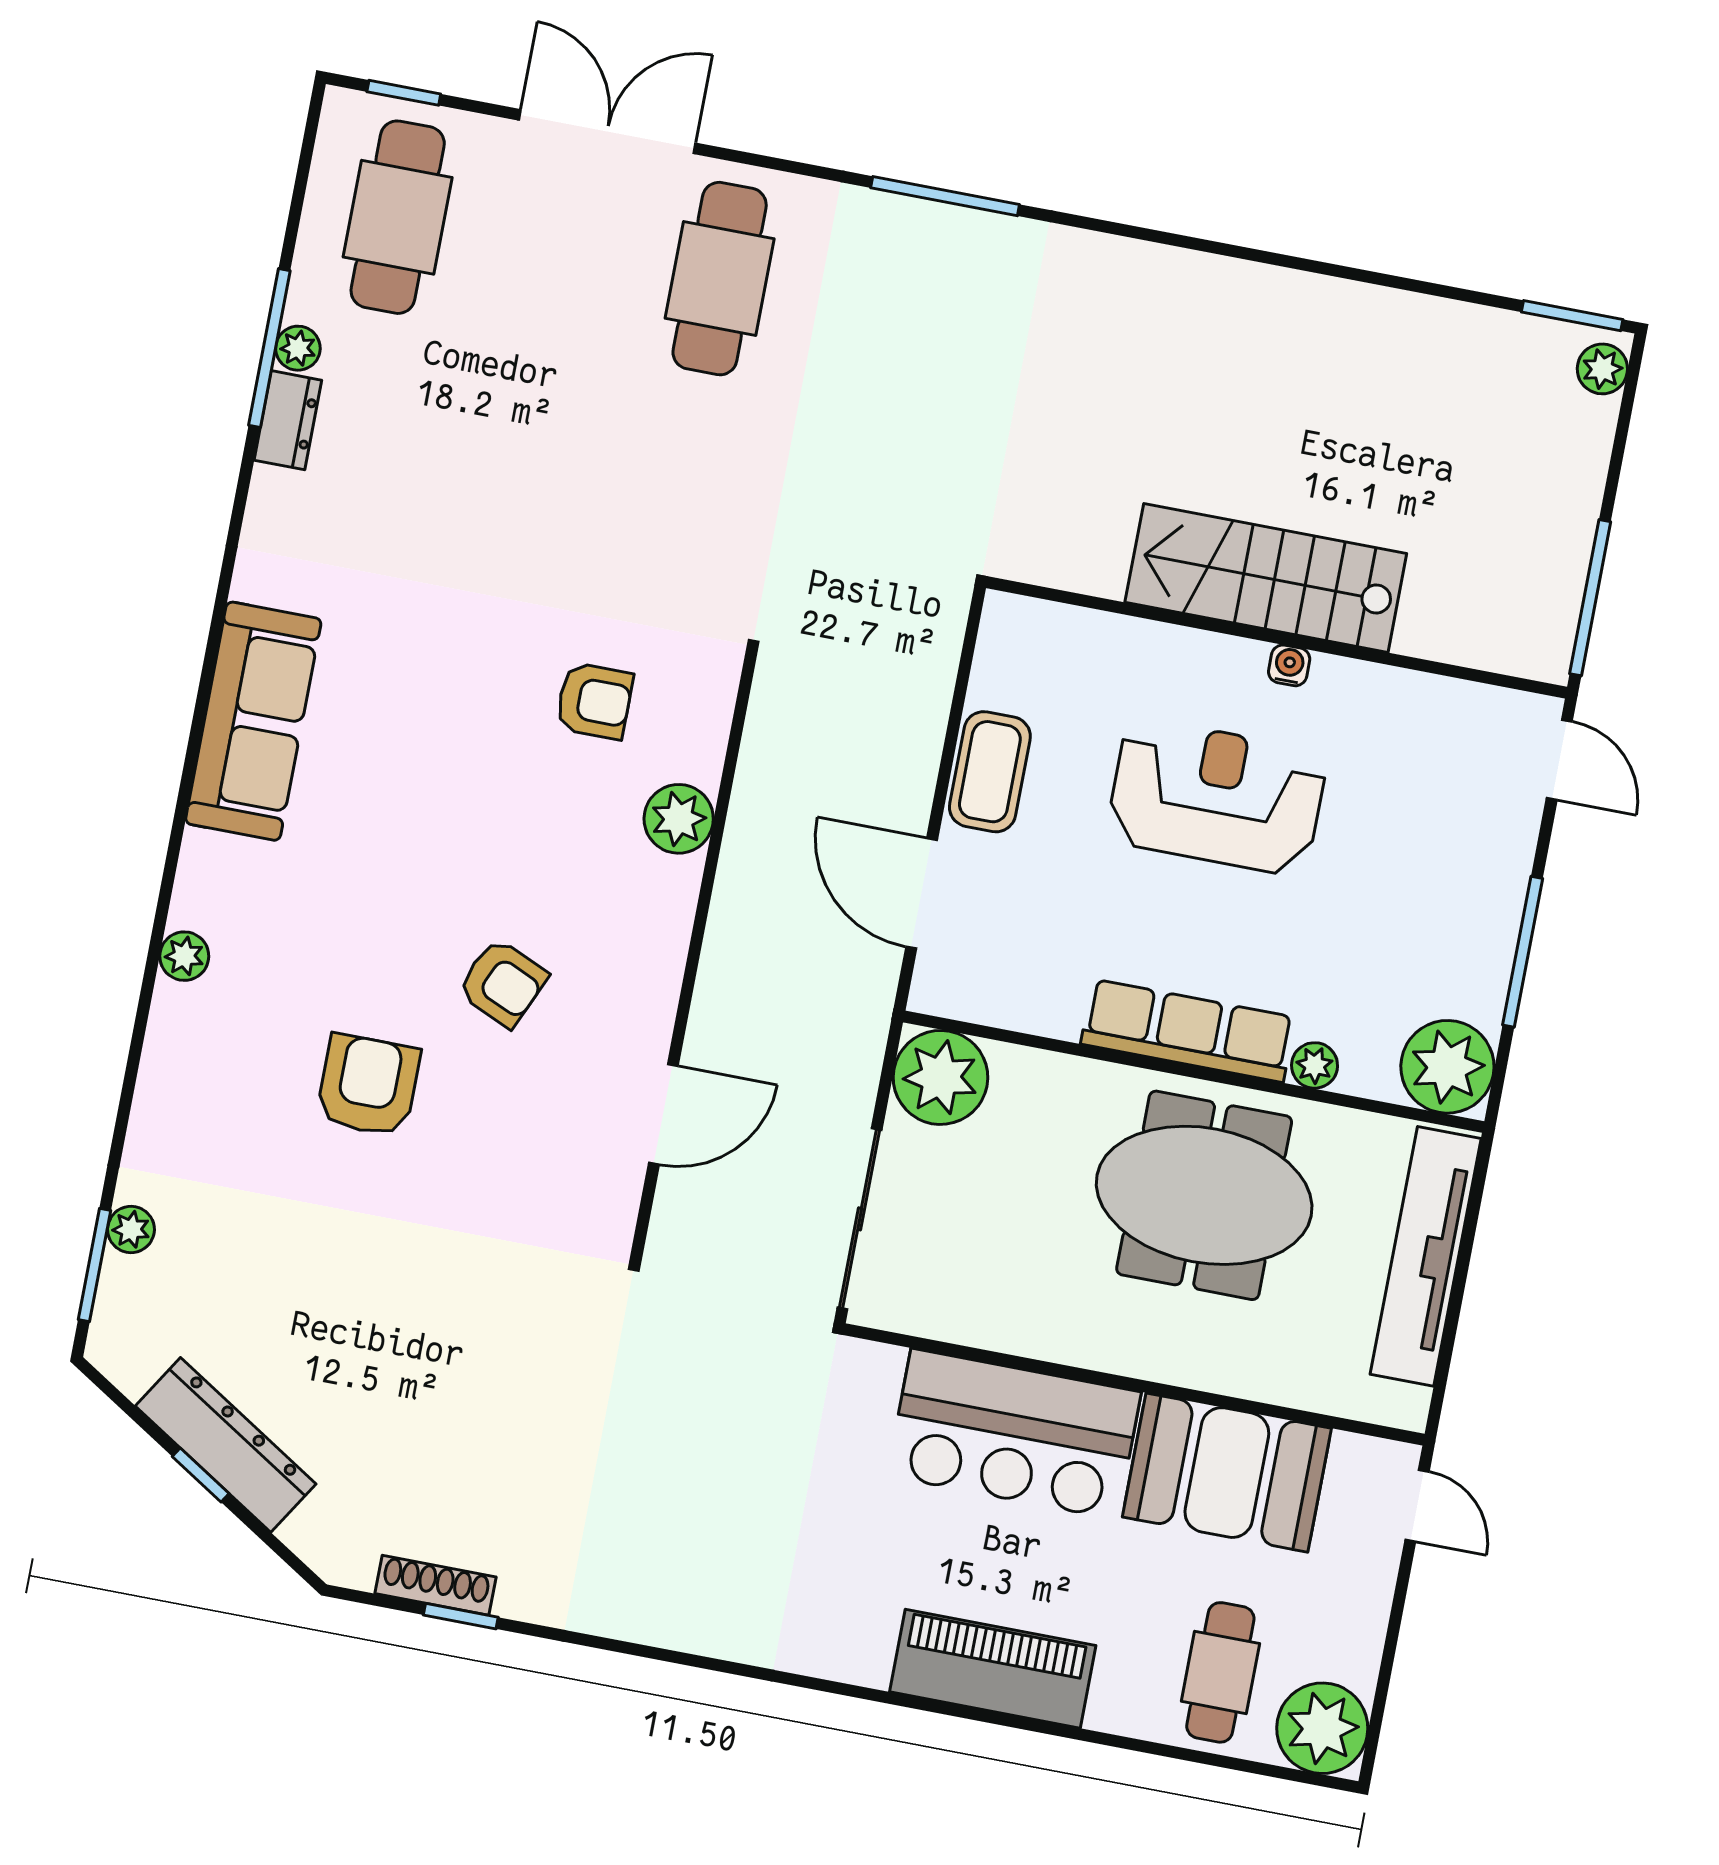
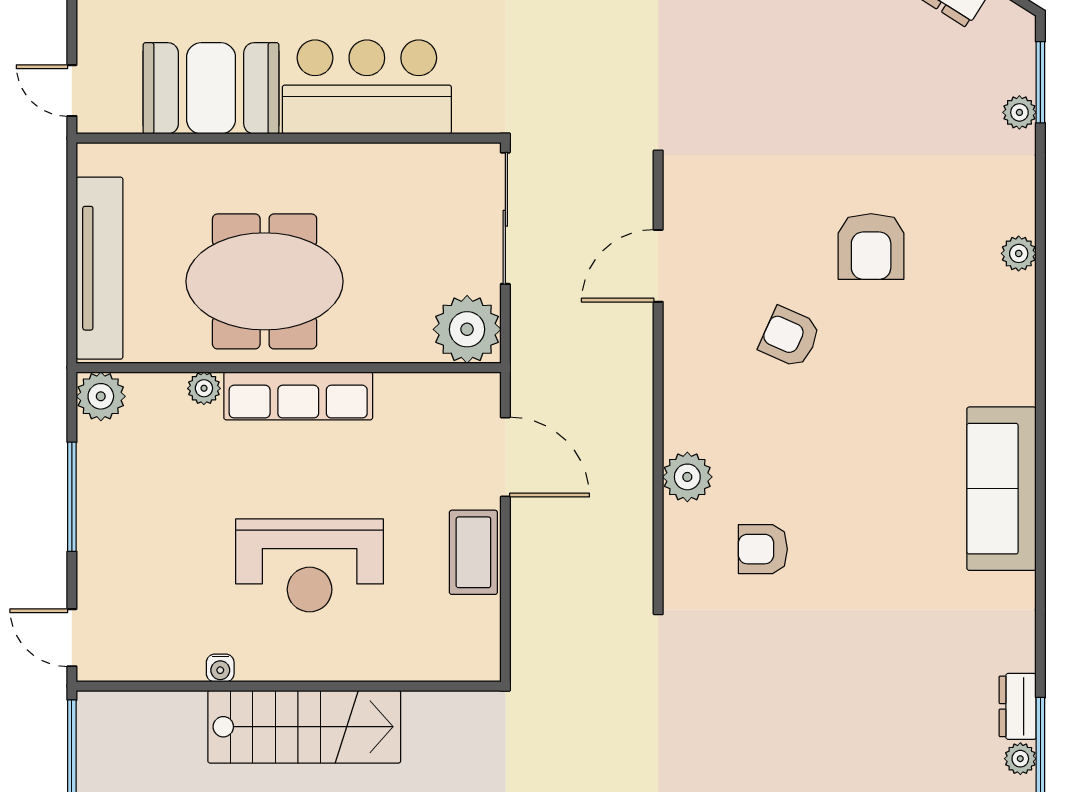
water cooler: (1289, 665) -> (220, 668), moved
plant: (184, 956) -> (1019, 253), moved
plant: (1447, 1067) -> (101, 396), width x0.73, depth x0.73

